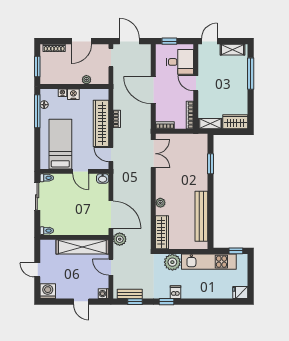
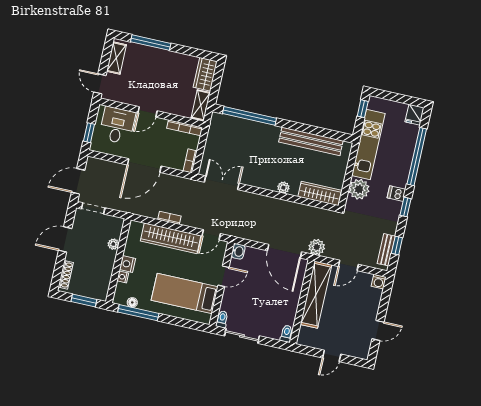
door: (82, 41) -> (65, 239), swing flipped
window: (210, 164) -> (250, 116), width x2.11
door: (111, 215) -> (284, 251), swing flipped
washing machine: (48, 291) -> (360, 349), removed
door: (81, 302) -> (378, 330), moved
window: (208, 302) -> (417, 157), added

